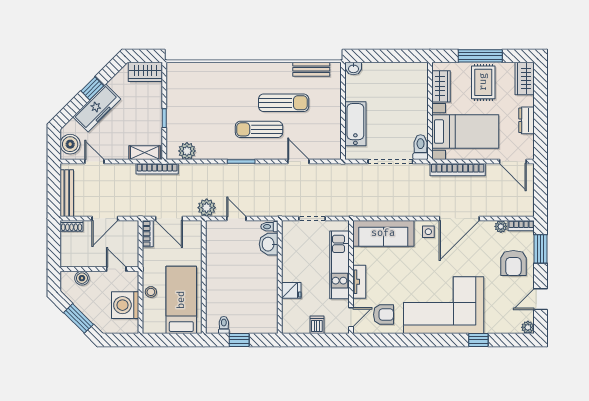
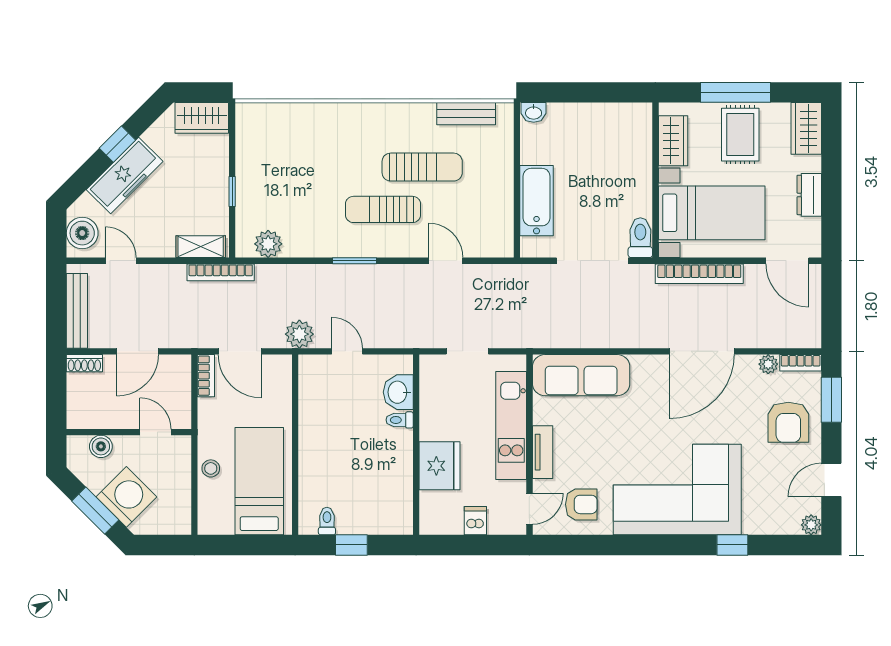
toilet: (269, 227) -> (400, 420), moved
side table: (428, 232) -> (653, 372), removed
fridge: (291, 290) -> (440, 466), width x1.88, depth x1.34
washing machine: (125, 305) -> (126, 497), moved, turned 135

